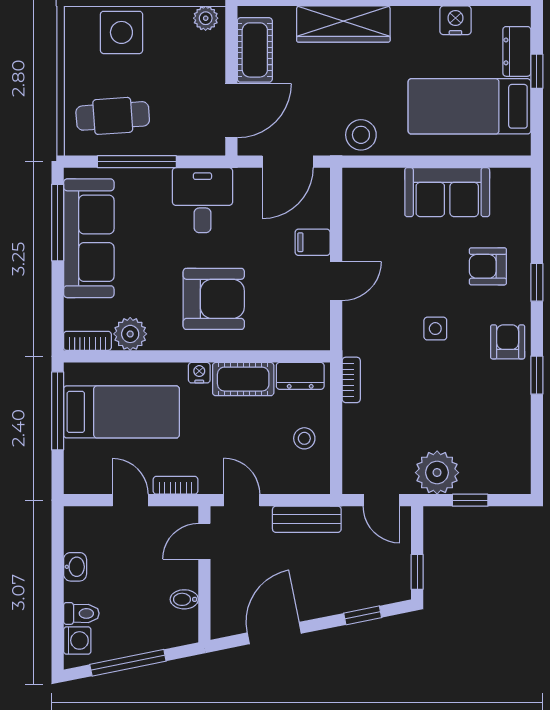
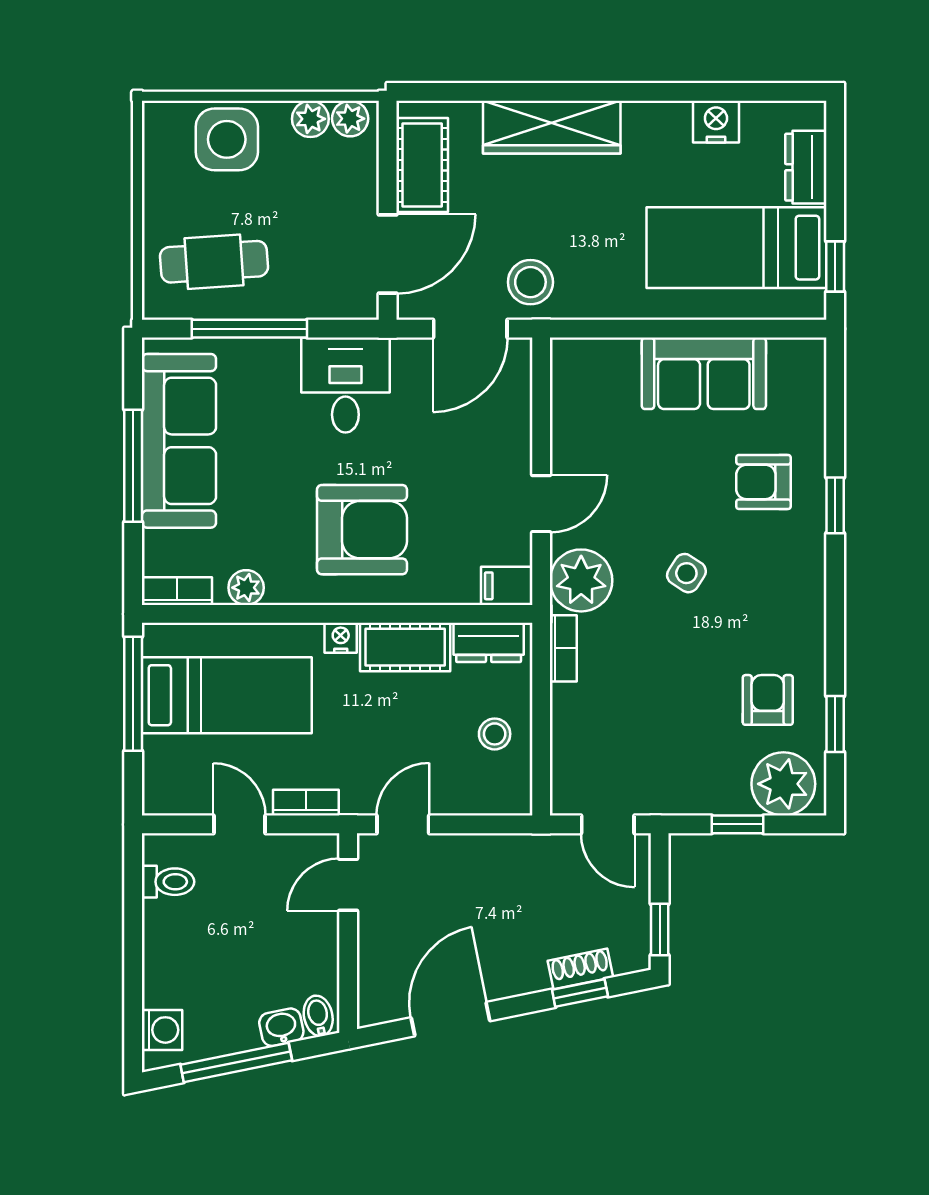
plant: (179, 18) -> (310, 119), added
window: (537, 71) -> (835, 267), moved
stool: (361, 135) -> (530, 282), moved
window: (58, 223) -> (133, 466), moved
filing cabinet: (313, 242) -> (507, 586), moved
side table: (435, 329) -> (686, 573), turned 33
plant: (130, 334) -> (246, 588), width x0.73, depth x0.73
plant: (363, 334) -> (581, 580), added
armchair: (508, 342) -> (768, 700), moved
window: (537, 375) -> (835, 724), moved
plant: (437, 473) -> (783, 784), moved
door: (242, 500) -> (403, 824), hinge flipped
bench: (307, 519) -> (498, 852), removed
washbasin: (75, 567) -> (281, 1027), moved, turned -101
bidet: (184, 599) -> (318, 1016), moved, turned 79
shoe rack: (363, 599) -> (580, 969), added
toilet: (81, 613) -> (168, 882), moved

